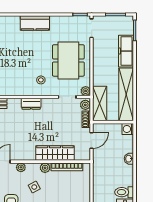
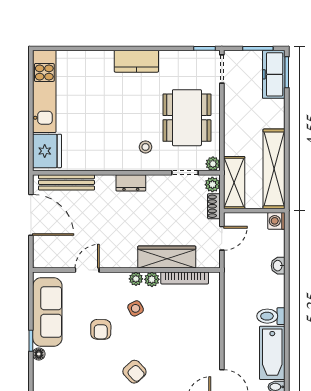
freezer: (126, 51) -> (274, 74), moved
plant: (21, 167) -> (136, 279), moved

